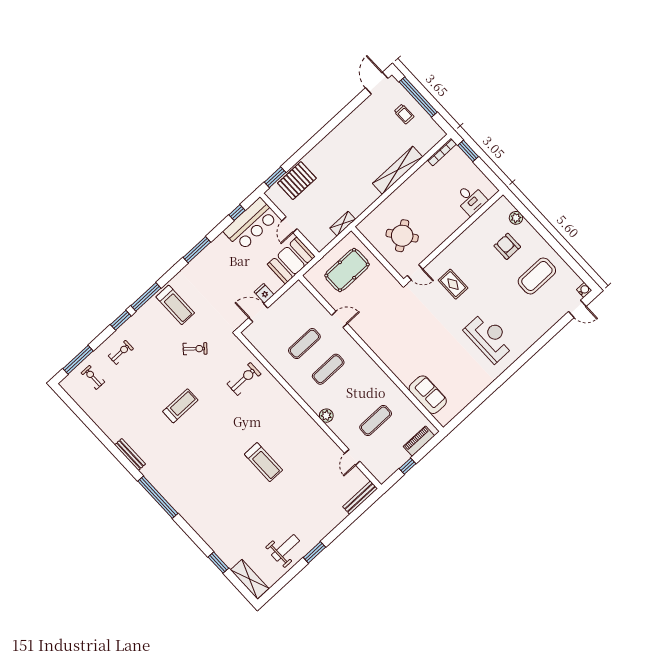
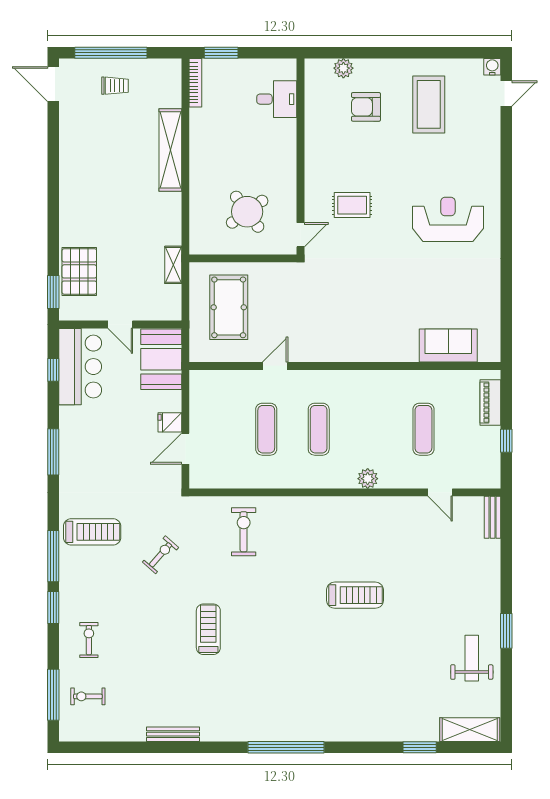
bench: (130, 454) -> (173, 734), moved
bench: (360, 498) -> (493, 517), width x0.73

